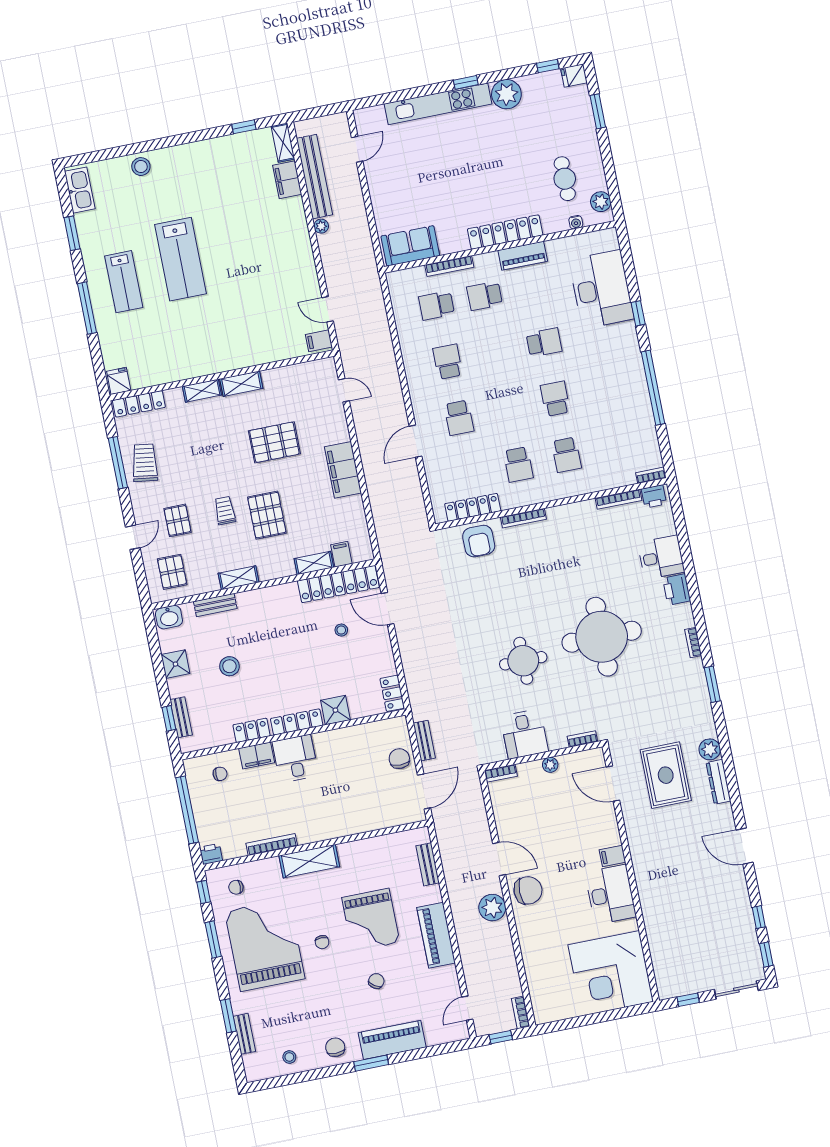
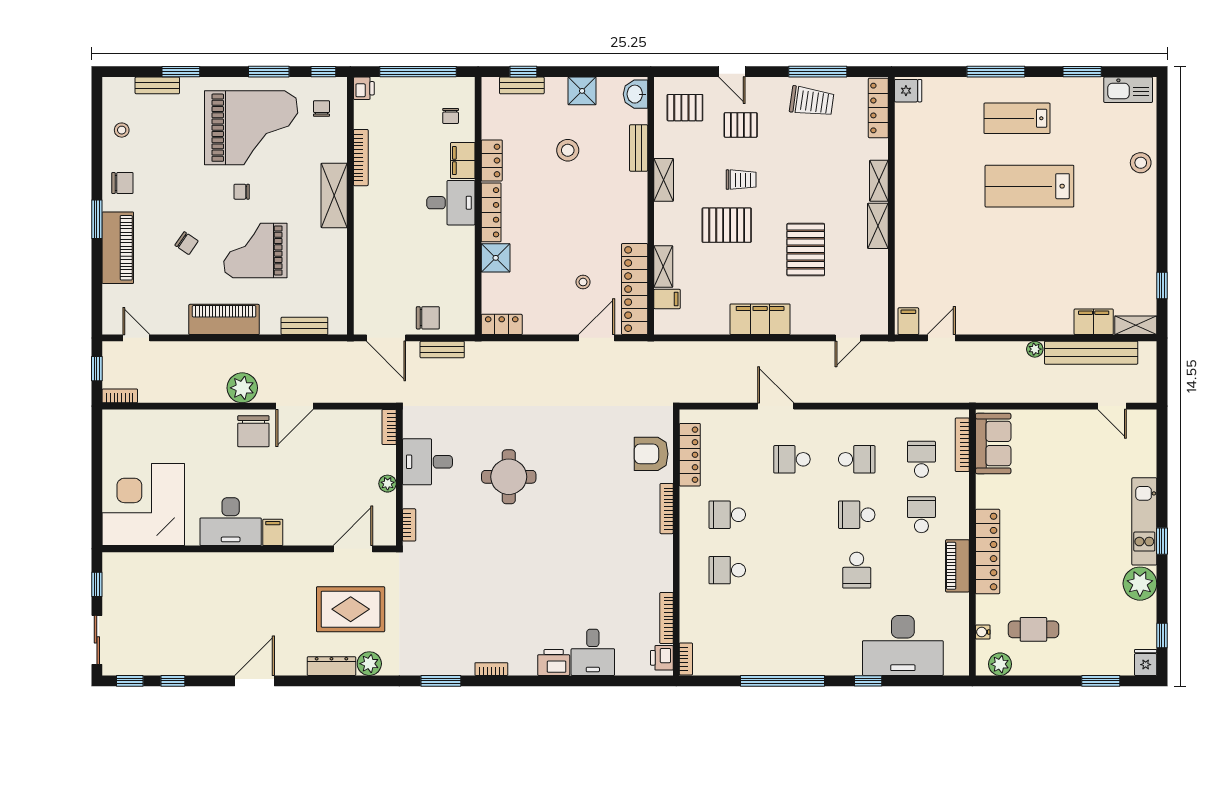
kitchen unit: (438, 104) -> (1144, 521), width x0.73
bookcase: (449, 266) -> (962, 445), moved
school desk: (555, 399) -> (857, 515), moved, turned 180
round table: (602, 637) -> (518, 569), removed

